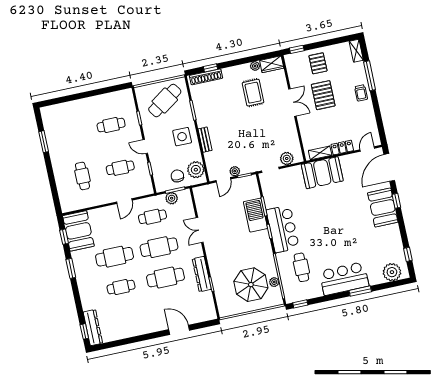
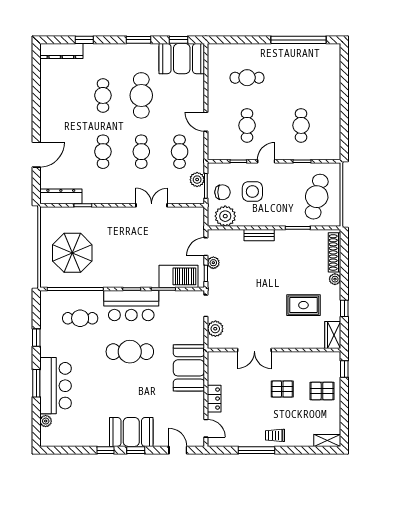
plant: (255, 66) -> (335, 279), moved
window: (211, 68) -> (344, 308), moved
window: (370, 76) -> (257, 450), moved
pallet: (323, 95) -> (282, 389), width x0.67, depth x0.71
cafe table: (165, 101) -> (317, 197), turned 47
double door: (292, 102) -> (254, 350), moved
side table: (182, 137) -> (252, 191), moved
window: (44, 142) -> (299, 40), width x2.11
shelving: (320, 153) -> (213, 370), removed
door: (389, 167) -> (178, 450), width x0.53
door: (223, 180) -> (206, 247), hinge flipped
barbecue: (255, 215) -> (179, 276), moved
cafe table: (319, 222) -> (130, 352), added
cafe table: (159, 247) -> (141, 152), width x0.73, depth x0.74
window: (408, 254) -> (105, 450), moved
plant: (392, 272) -> (46, 421), width x0.53, depth x0.53
dresser: (202, 274) -> (61, 196), moved
cafe table: (166, 278) -> (103, 152), width x0.73, depth x0.74
bar counter: (344, 279) -> (55, 386), moved
plant: (274, 282) -> (69, 282), removed
window: (300, 304) -> (36, 338), moved
window: (84, 331) -> (84, 40), moved

